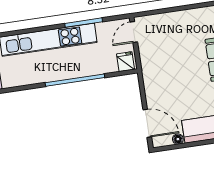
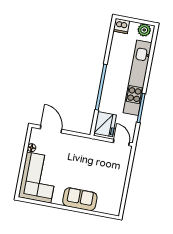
fridge: (126, 62) -> (105, 124), width x1.88, depth x1.34
door: (147, 123) -> (51, 129), swing flipped

